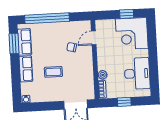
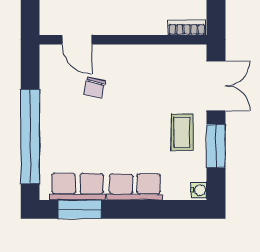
coffee table: (53, 72) -> (182, 132), moved
plant: (103, 75) -> (156, 25), removed
window: (47, 106) -> (216, 146), added

